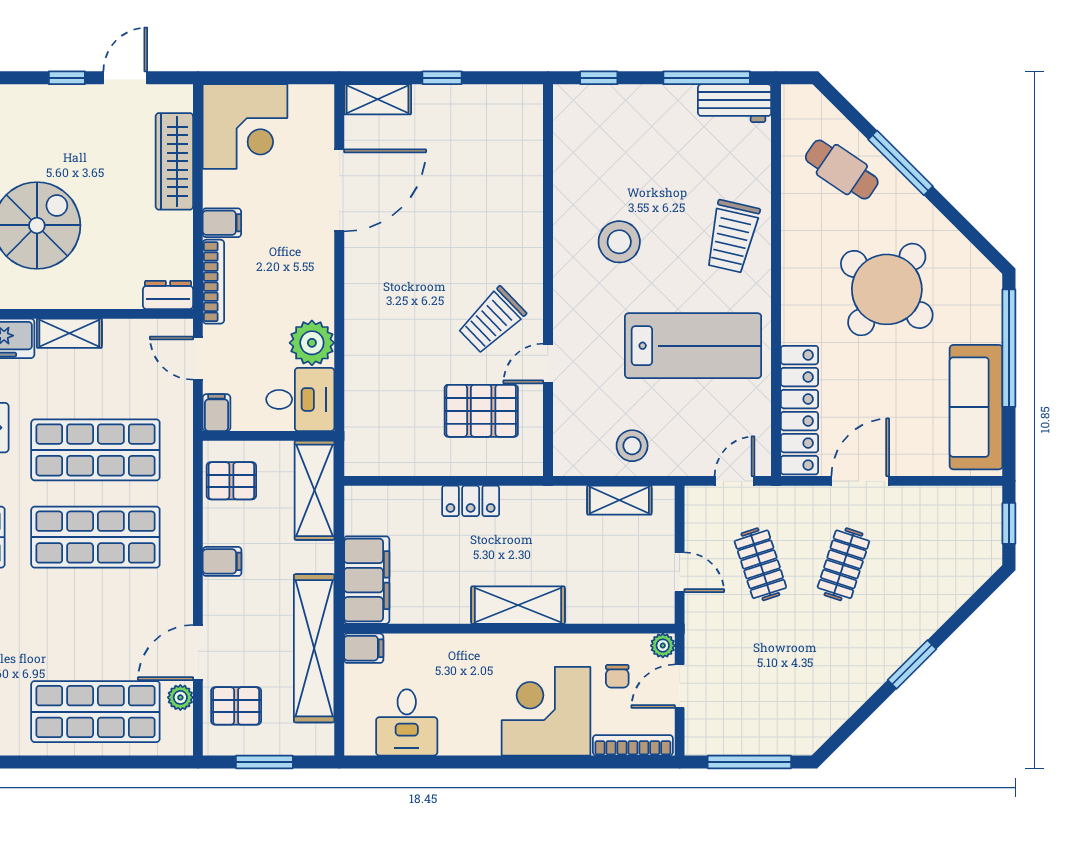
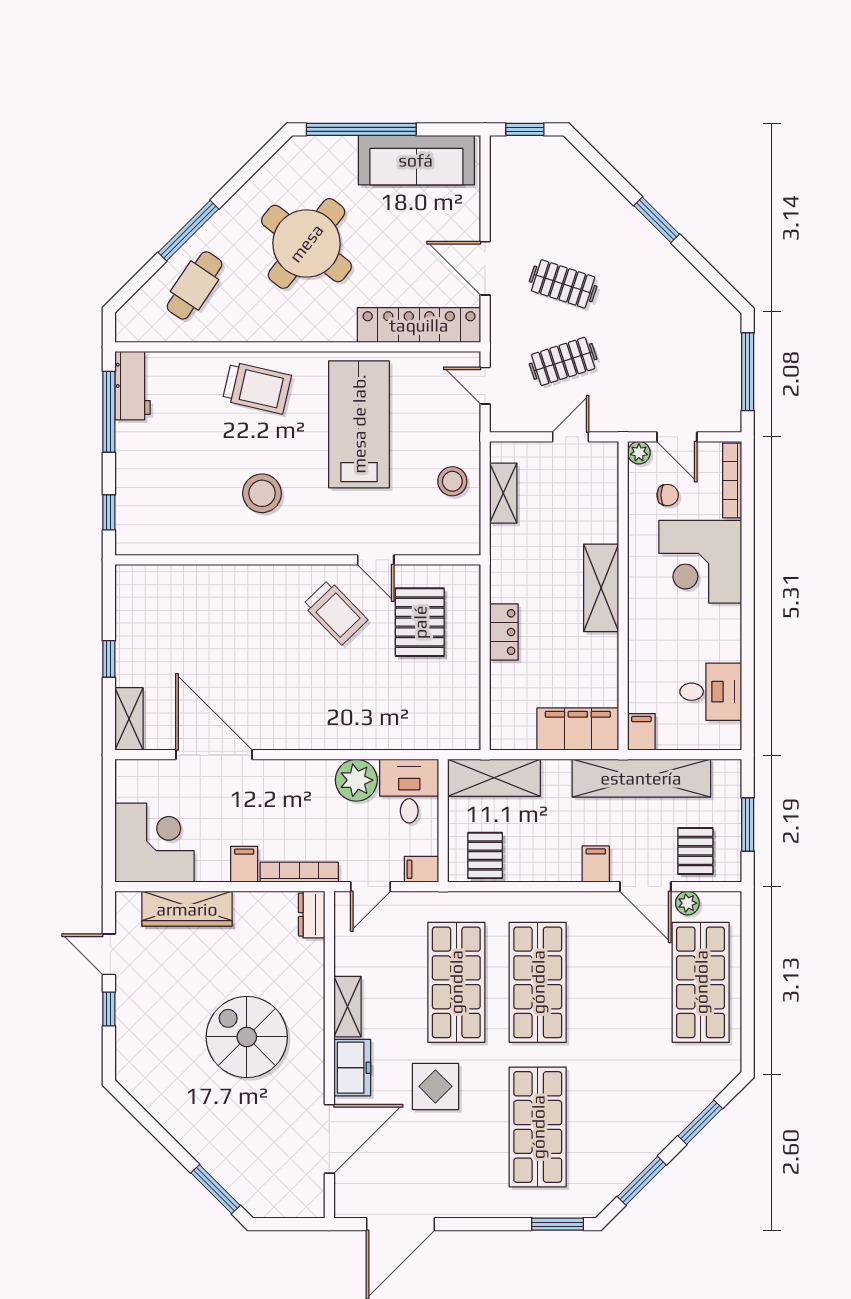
filing cabinet: (222, 561) -> (596, 864), moved

